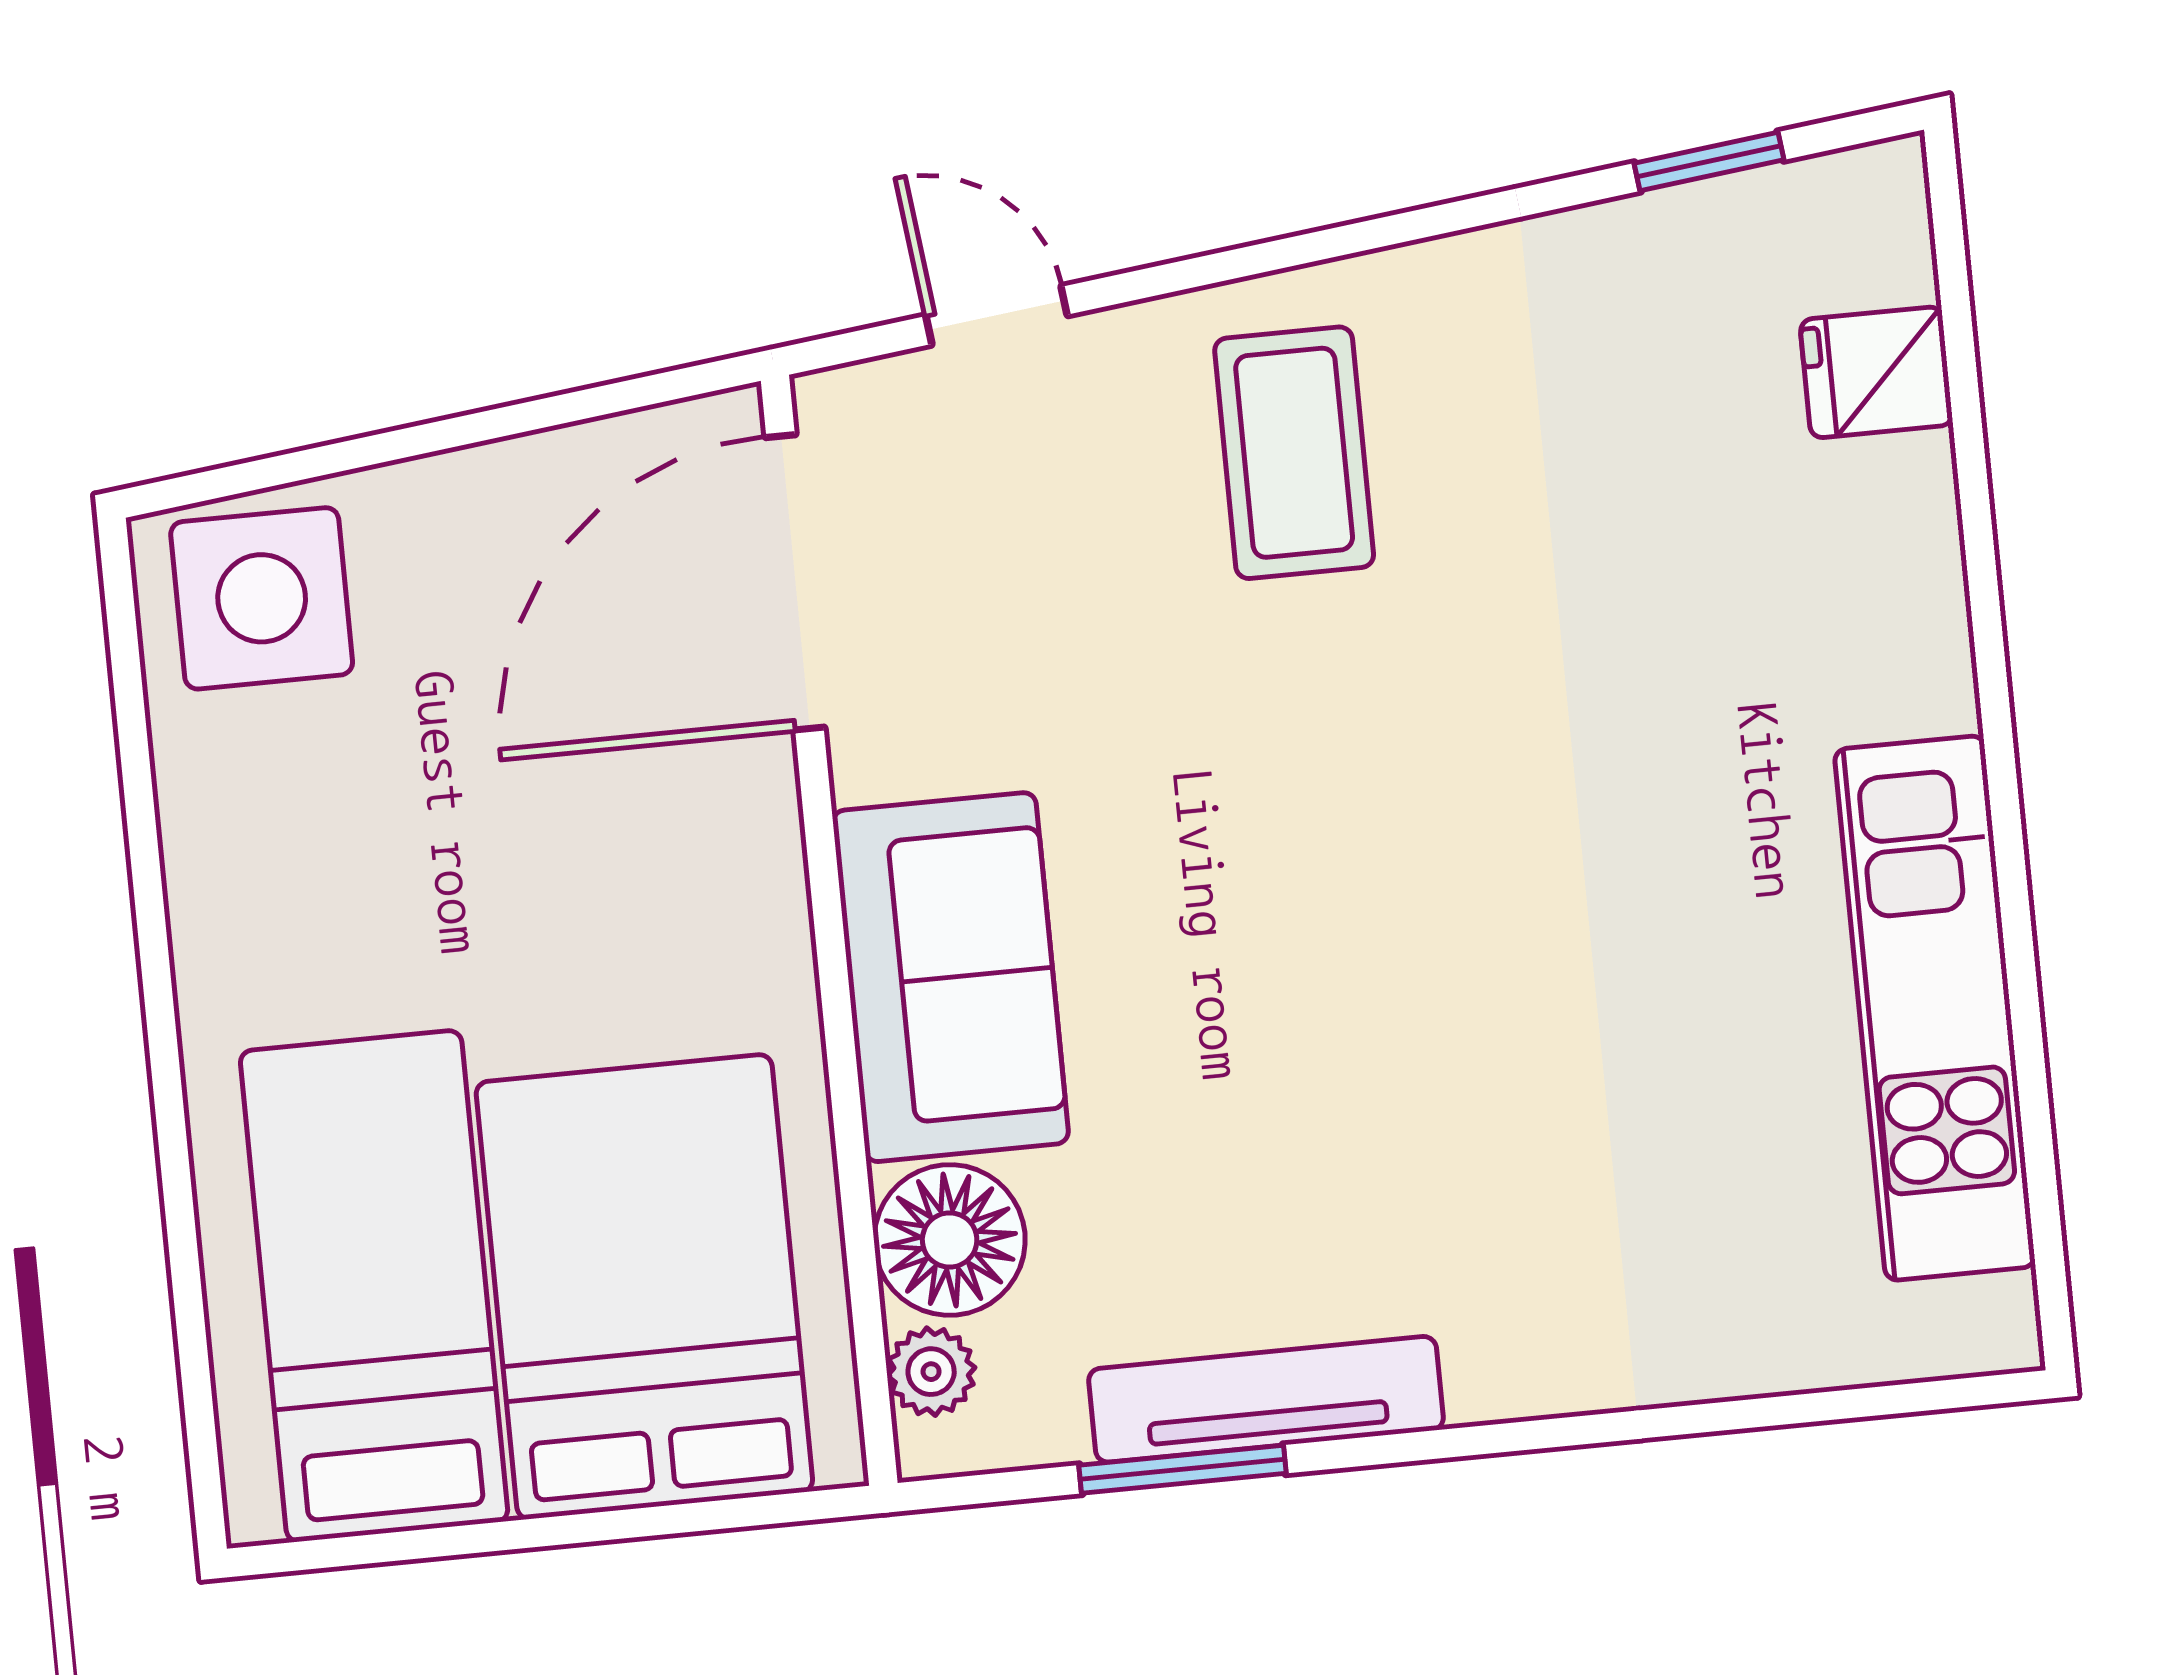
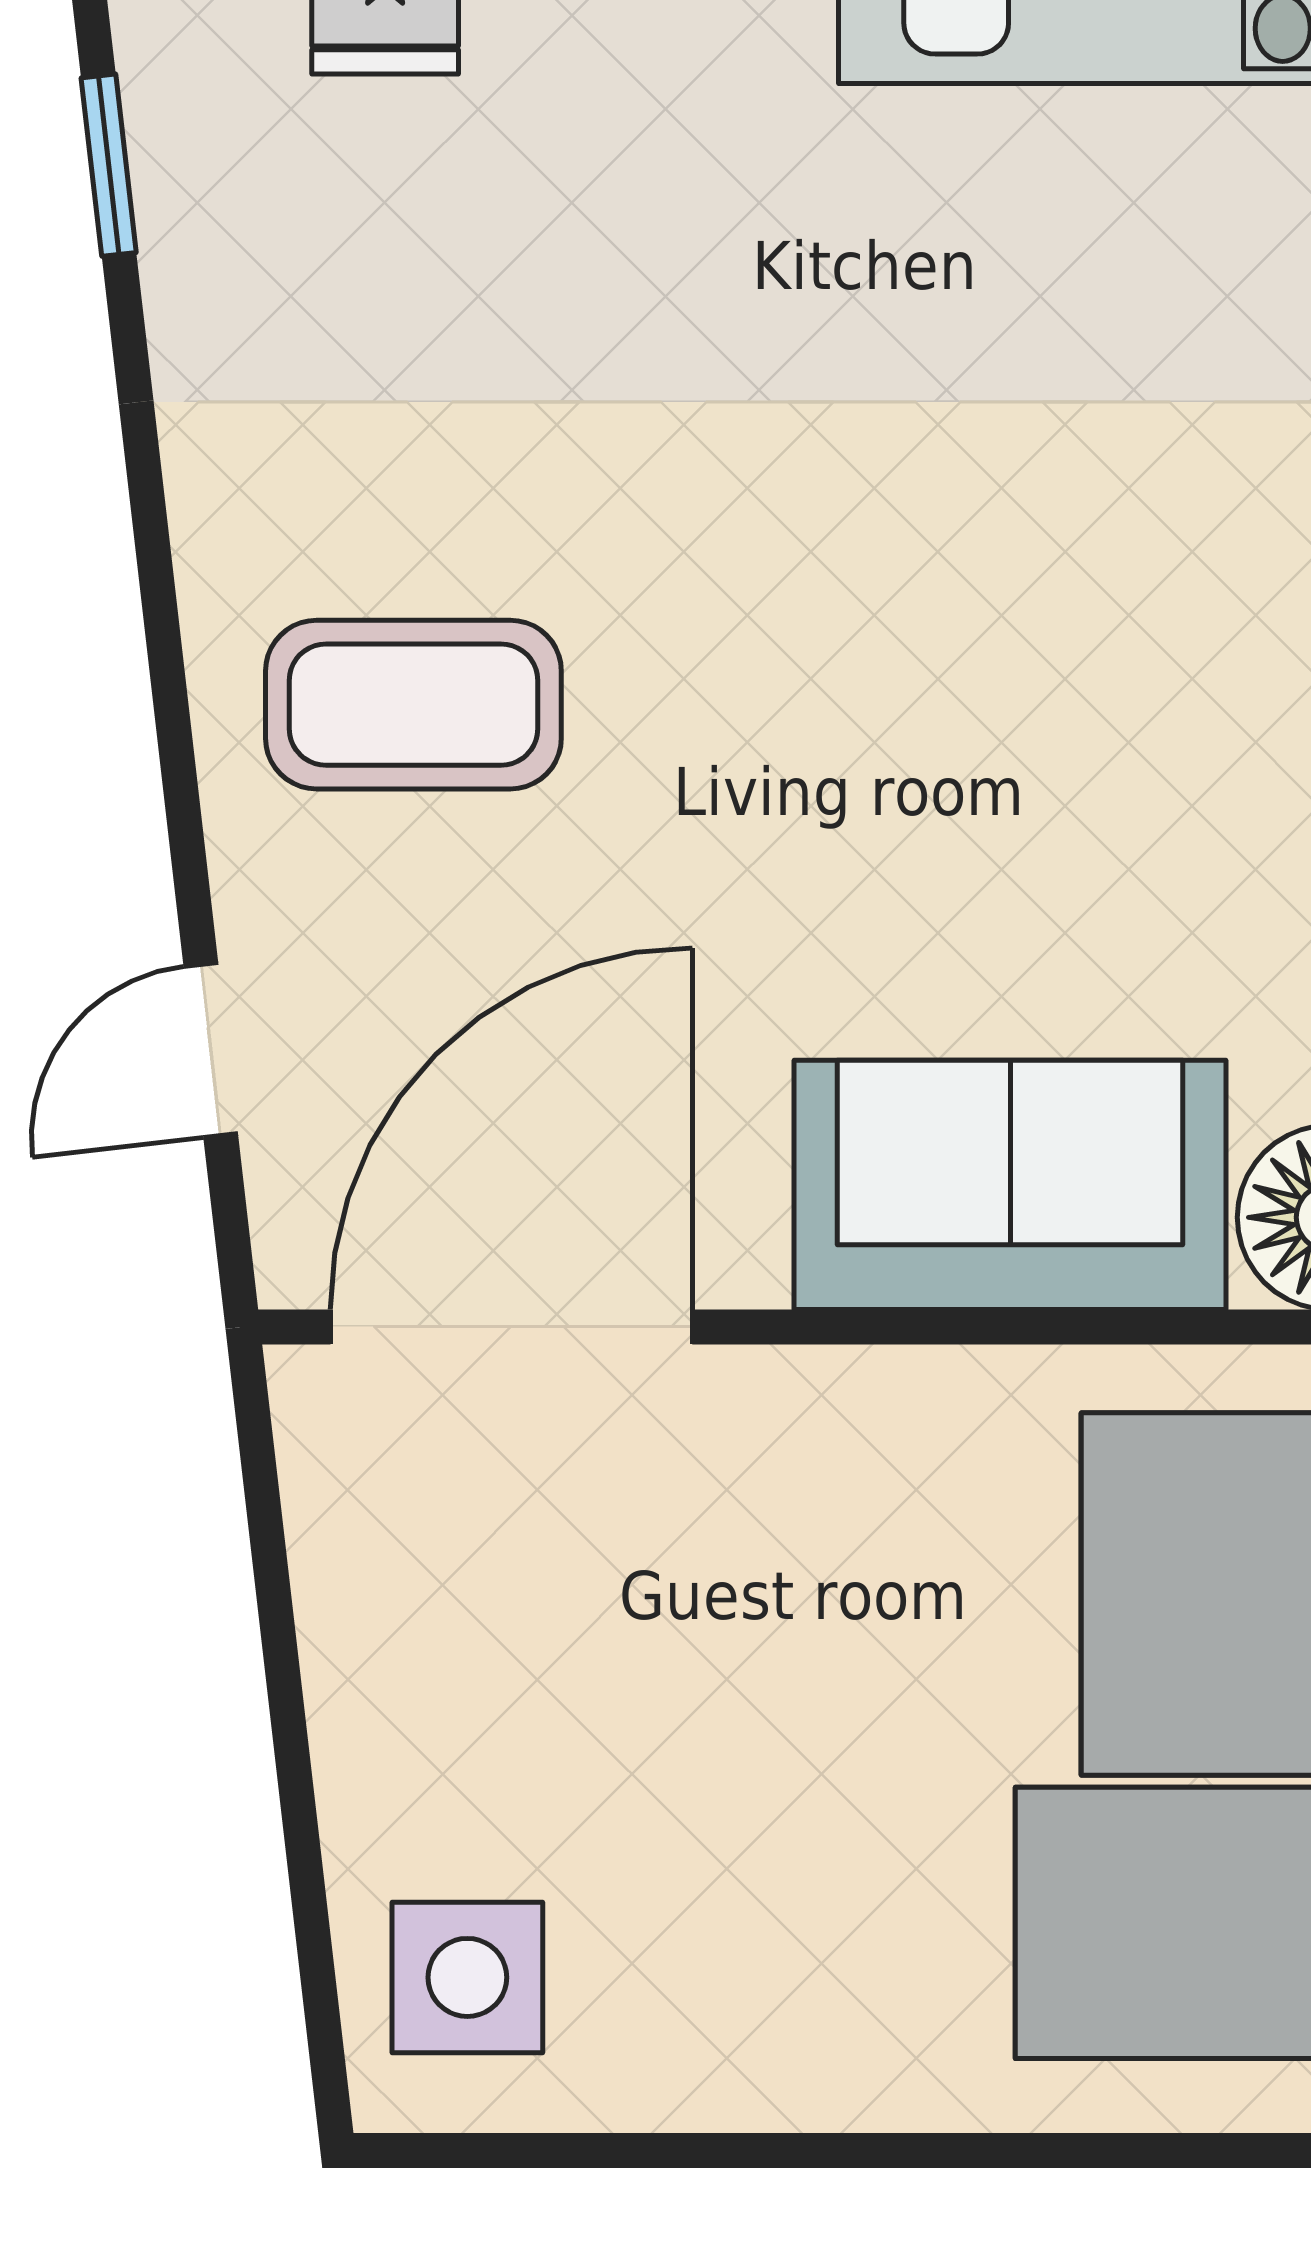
door: (795, 582) -> (511, 1327), swing flipped
side table: (262, 598) -> (467, 1977), width x0.73, depth x0.73

